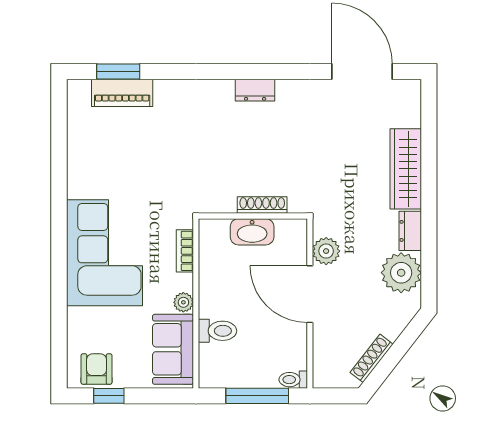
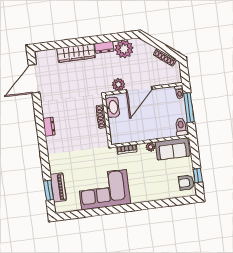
washbasin: (252, 232) -> (112, 107), moved
corner sofa: (105, 253) -> (104, 190), moved
toilet: (217, 331) -> (181, 127), moved

